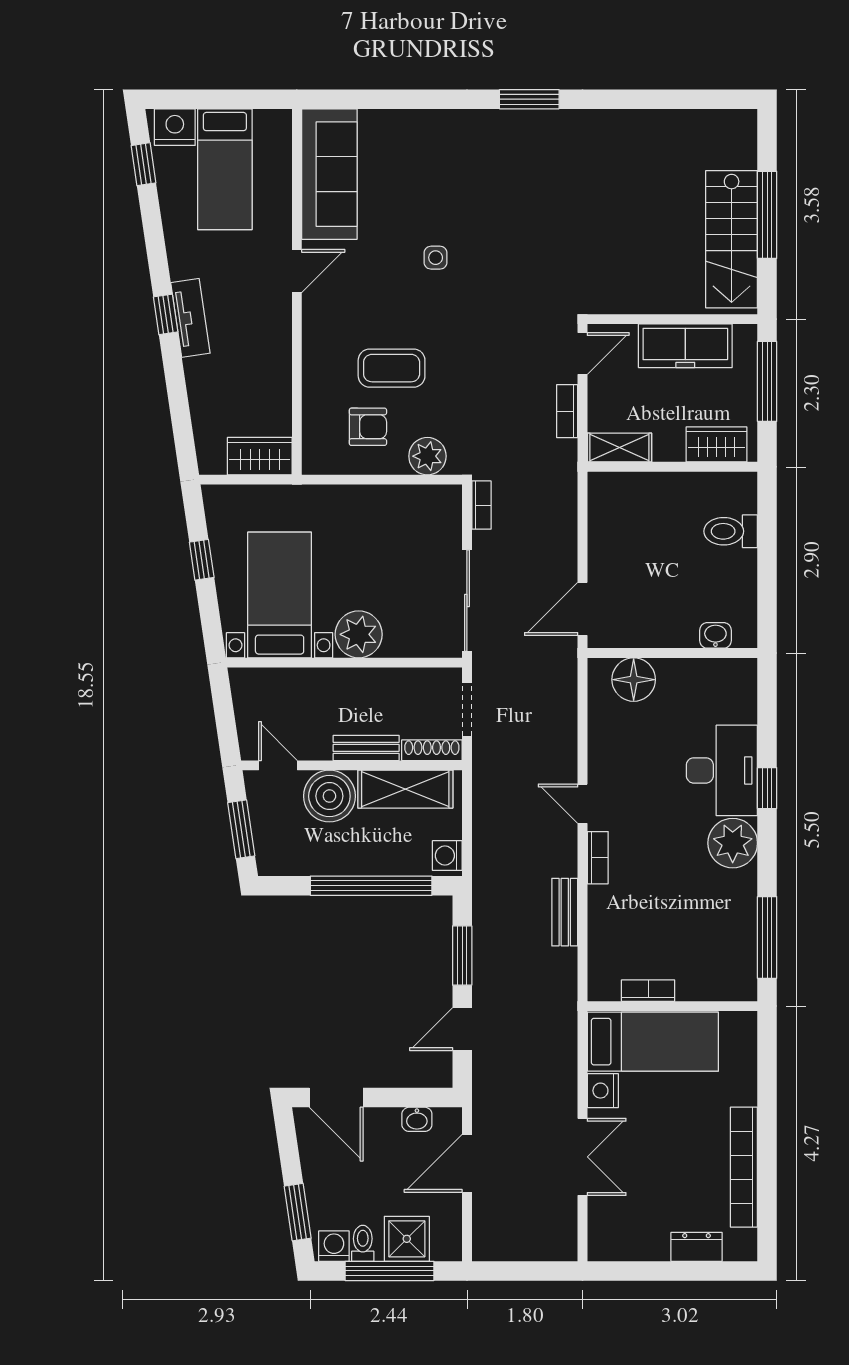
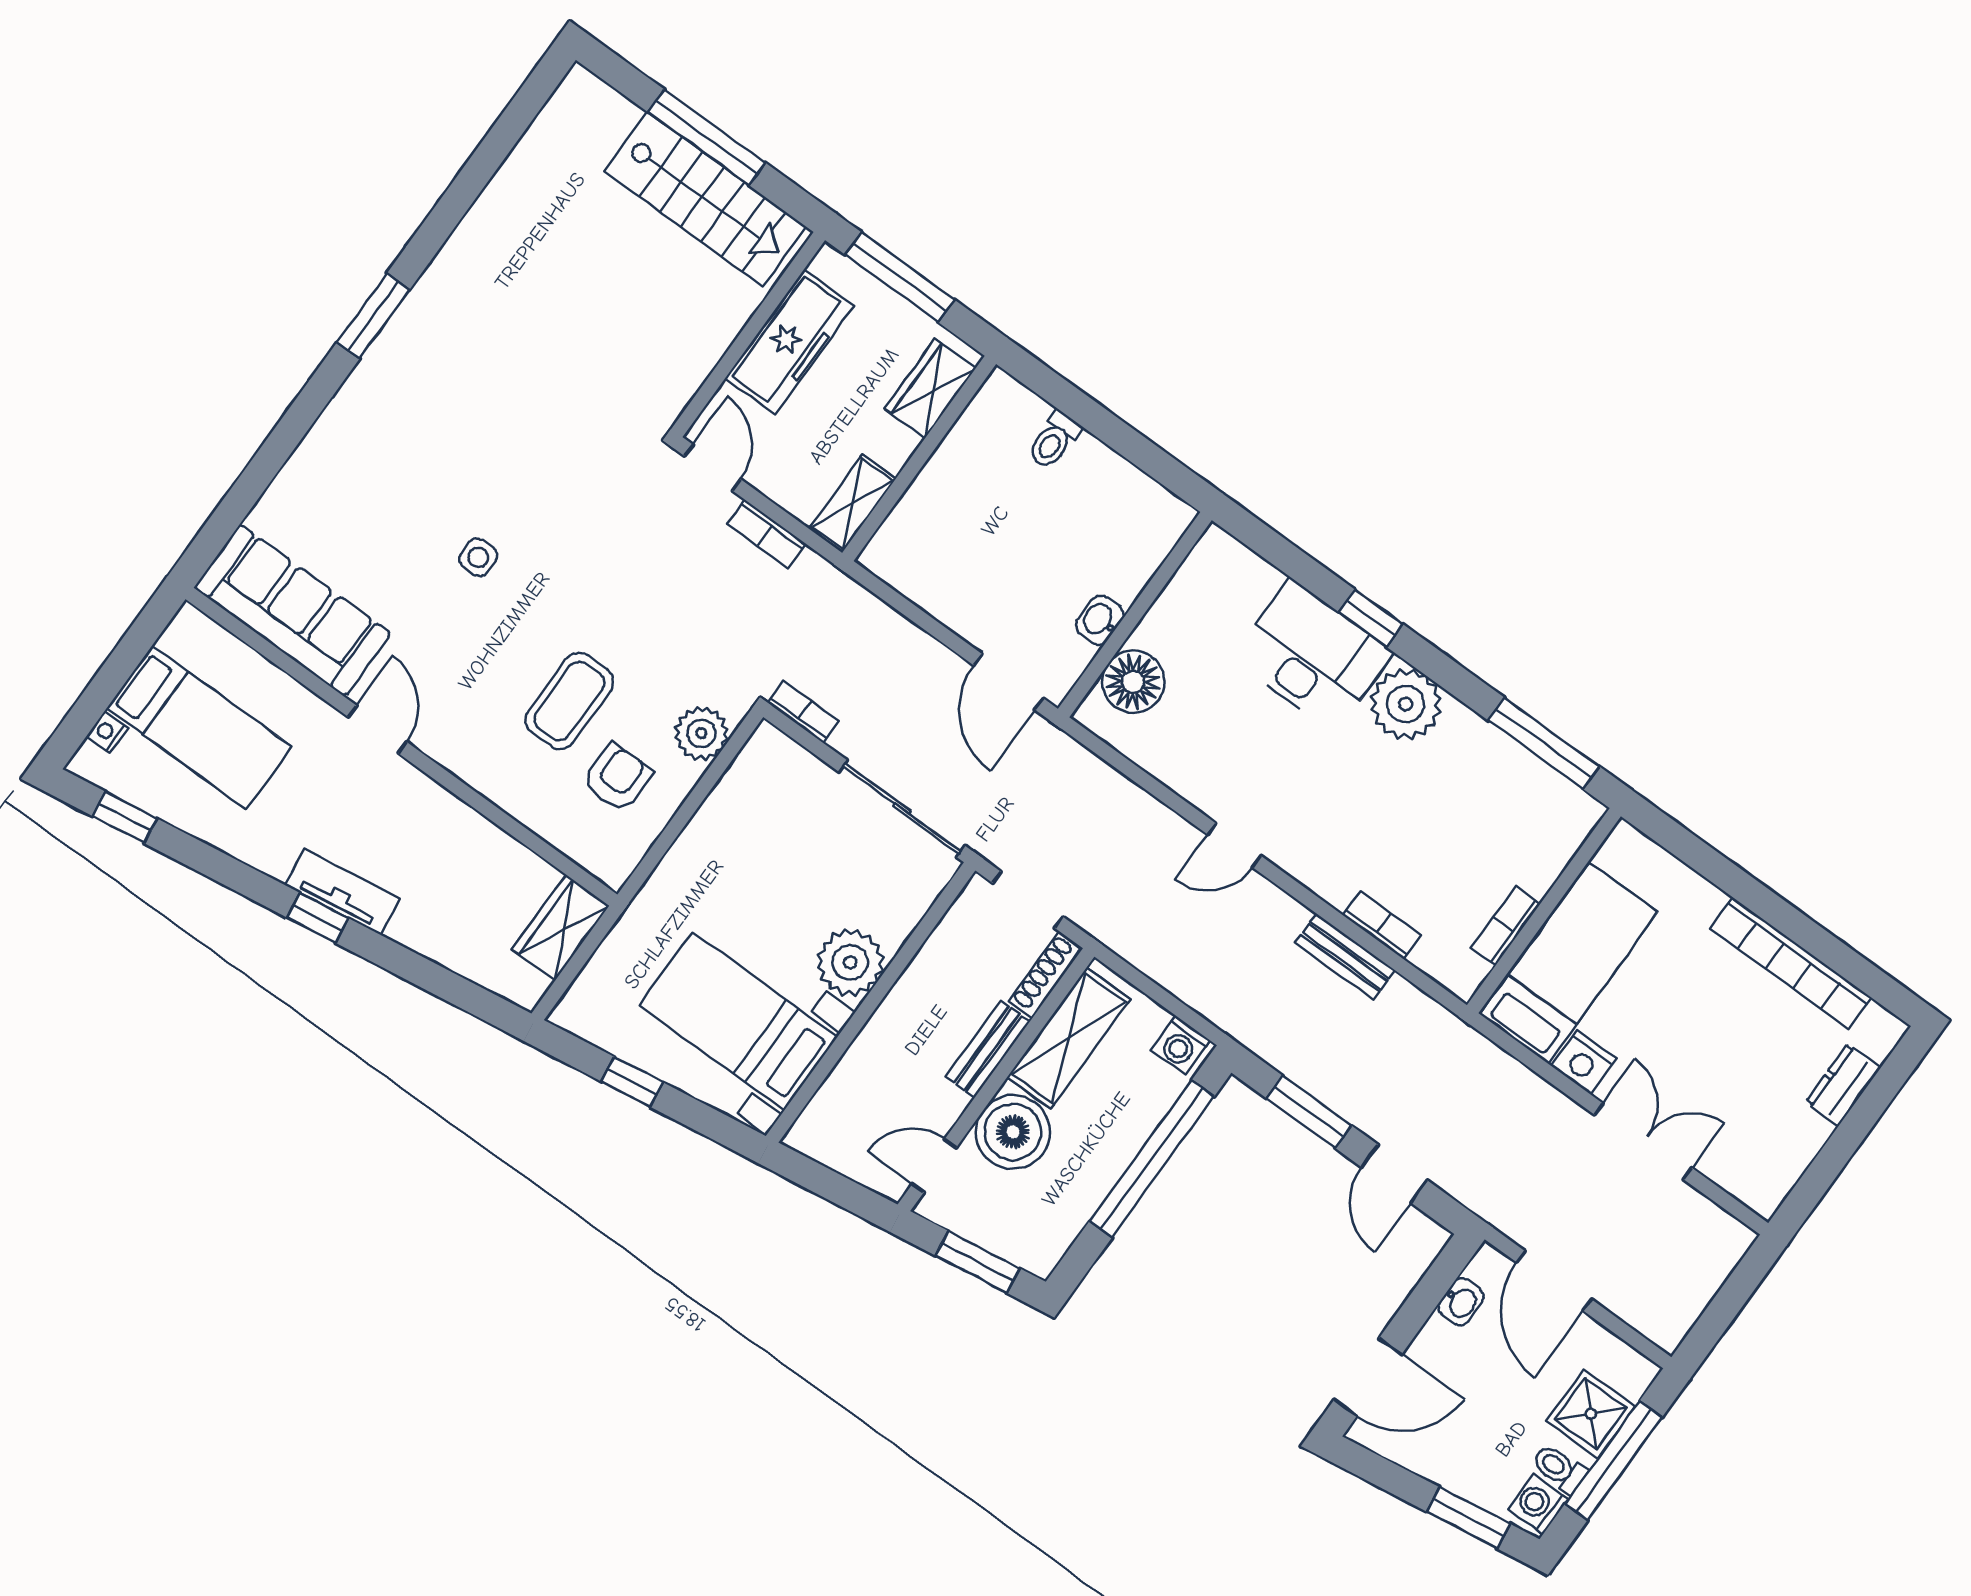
nightstand: (175, 127) -> (107, 732), width x0.53, depth x0.56
toilet: (731, 531) -> (1054, 440), width x0.73, depth x0.72
washbasin: (715, 635) -> (1100, 620), moved
bookcase: (598, 858) -> (1382, 925), moved

